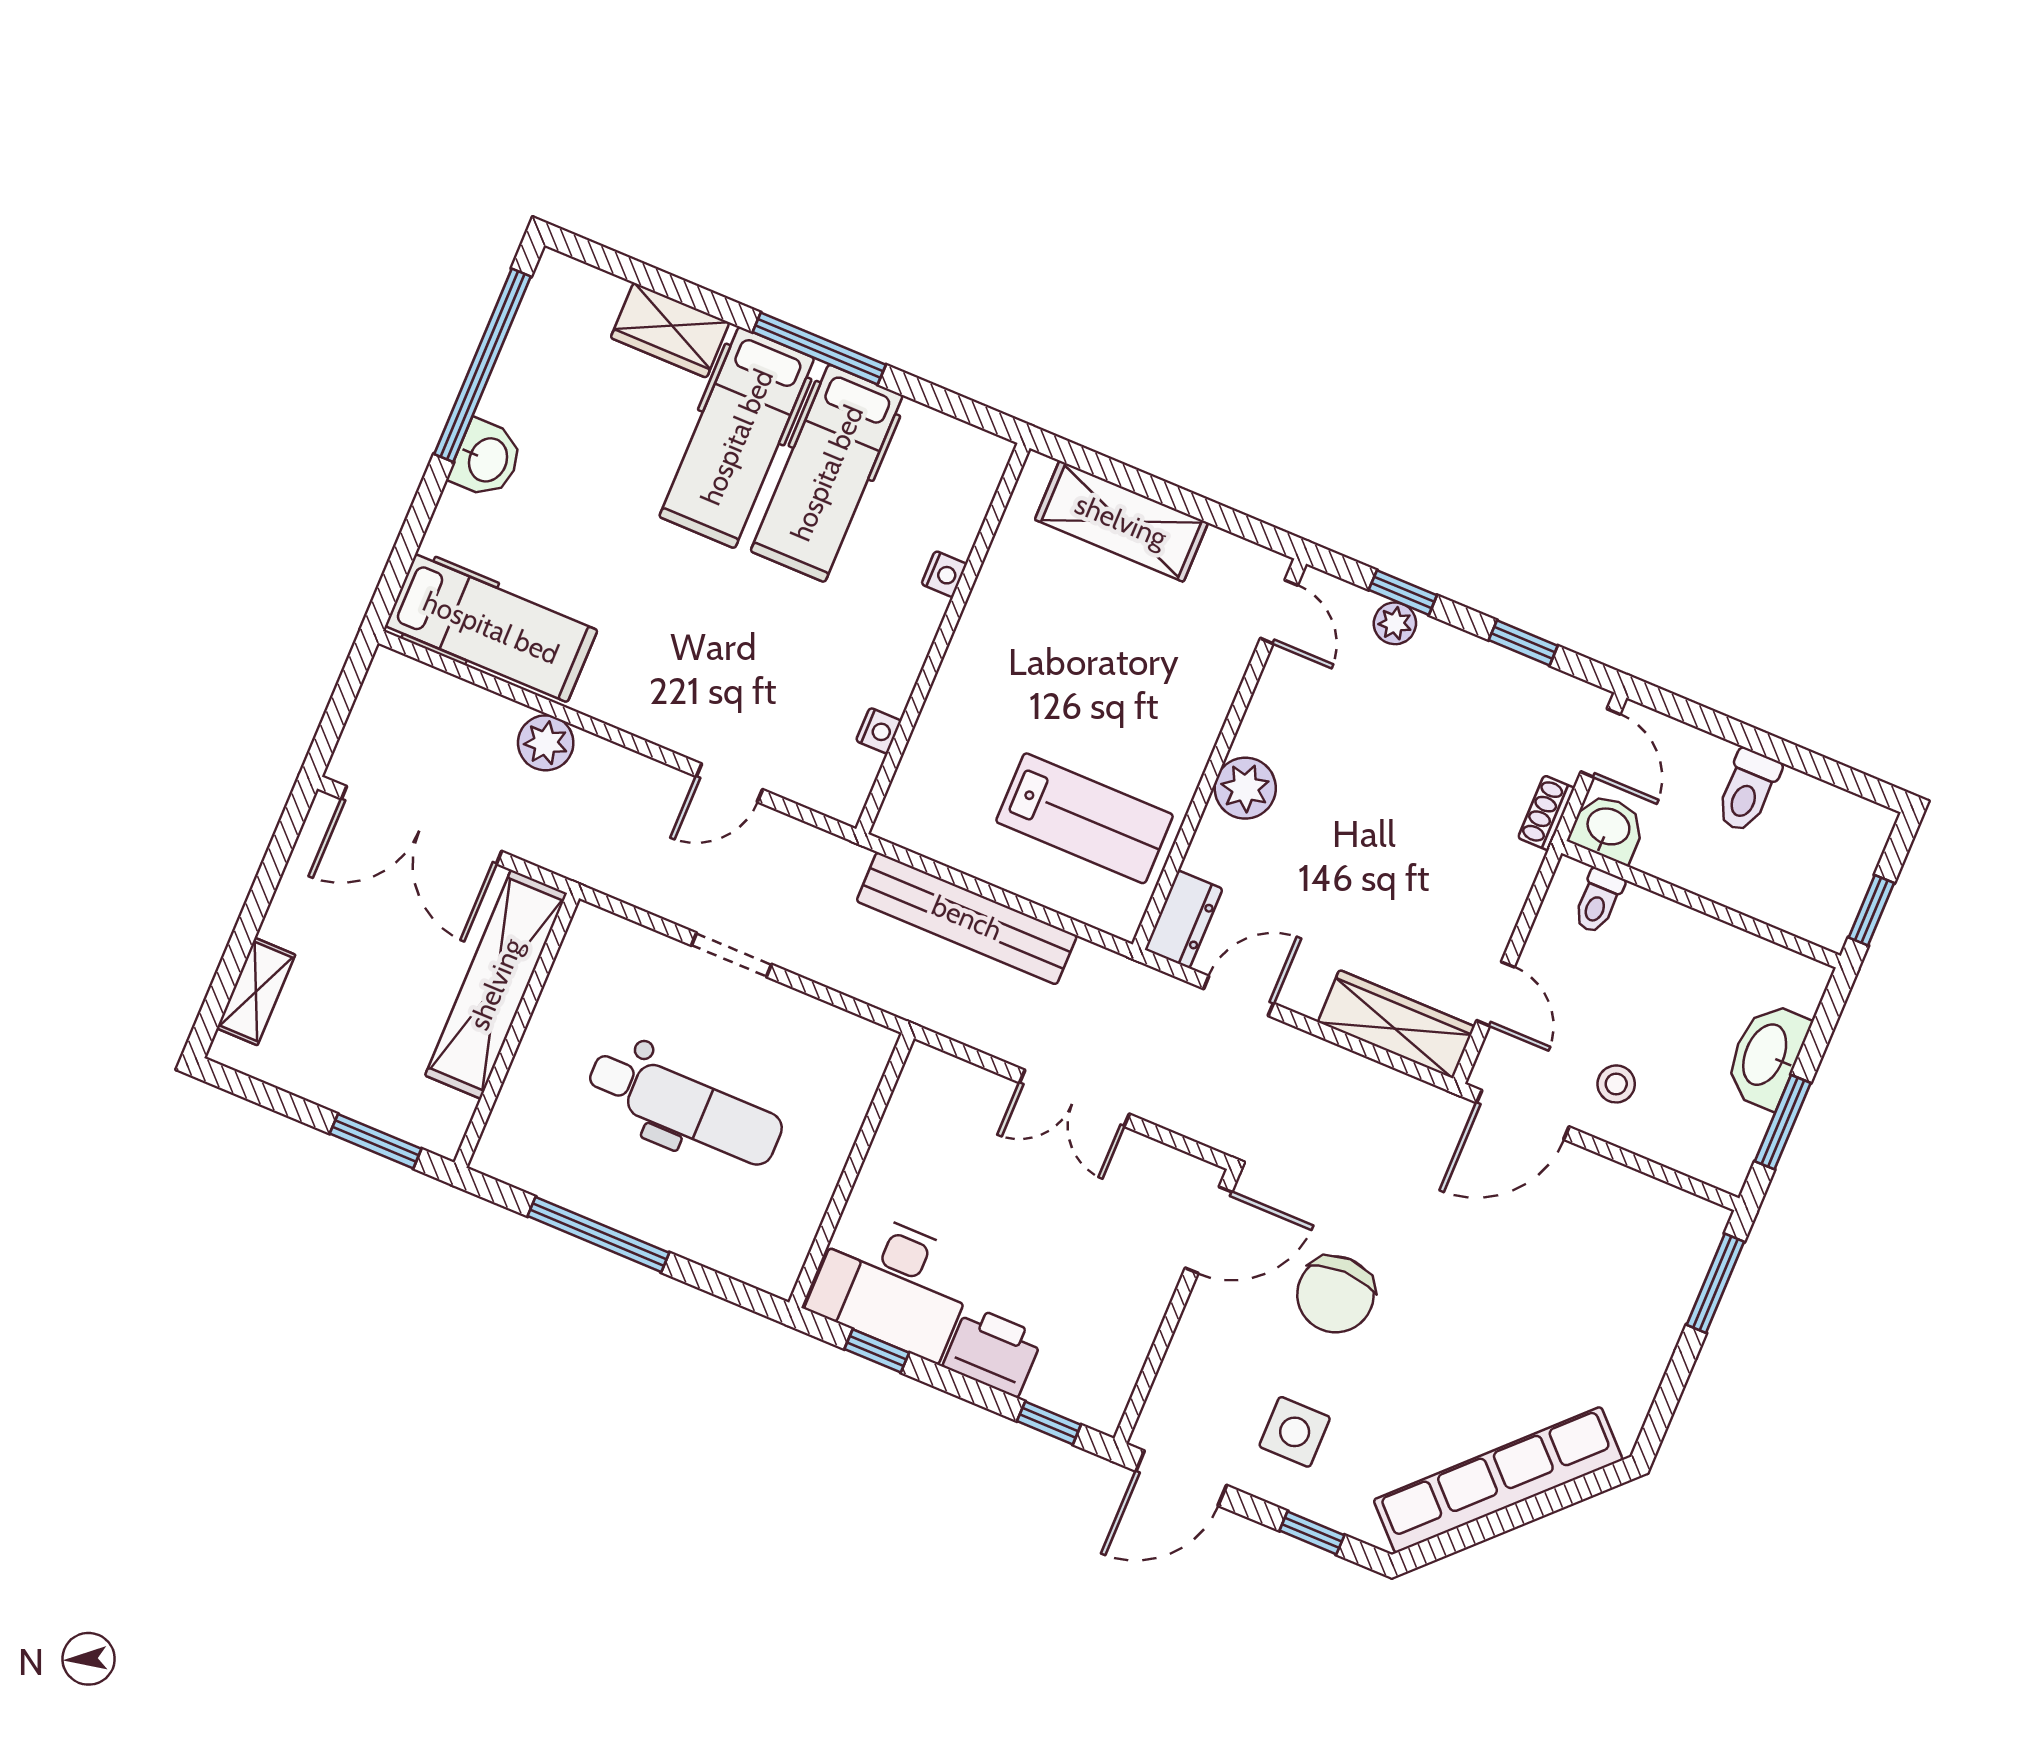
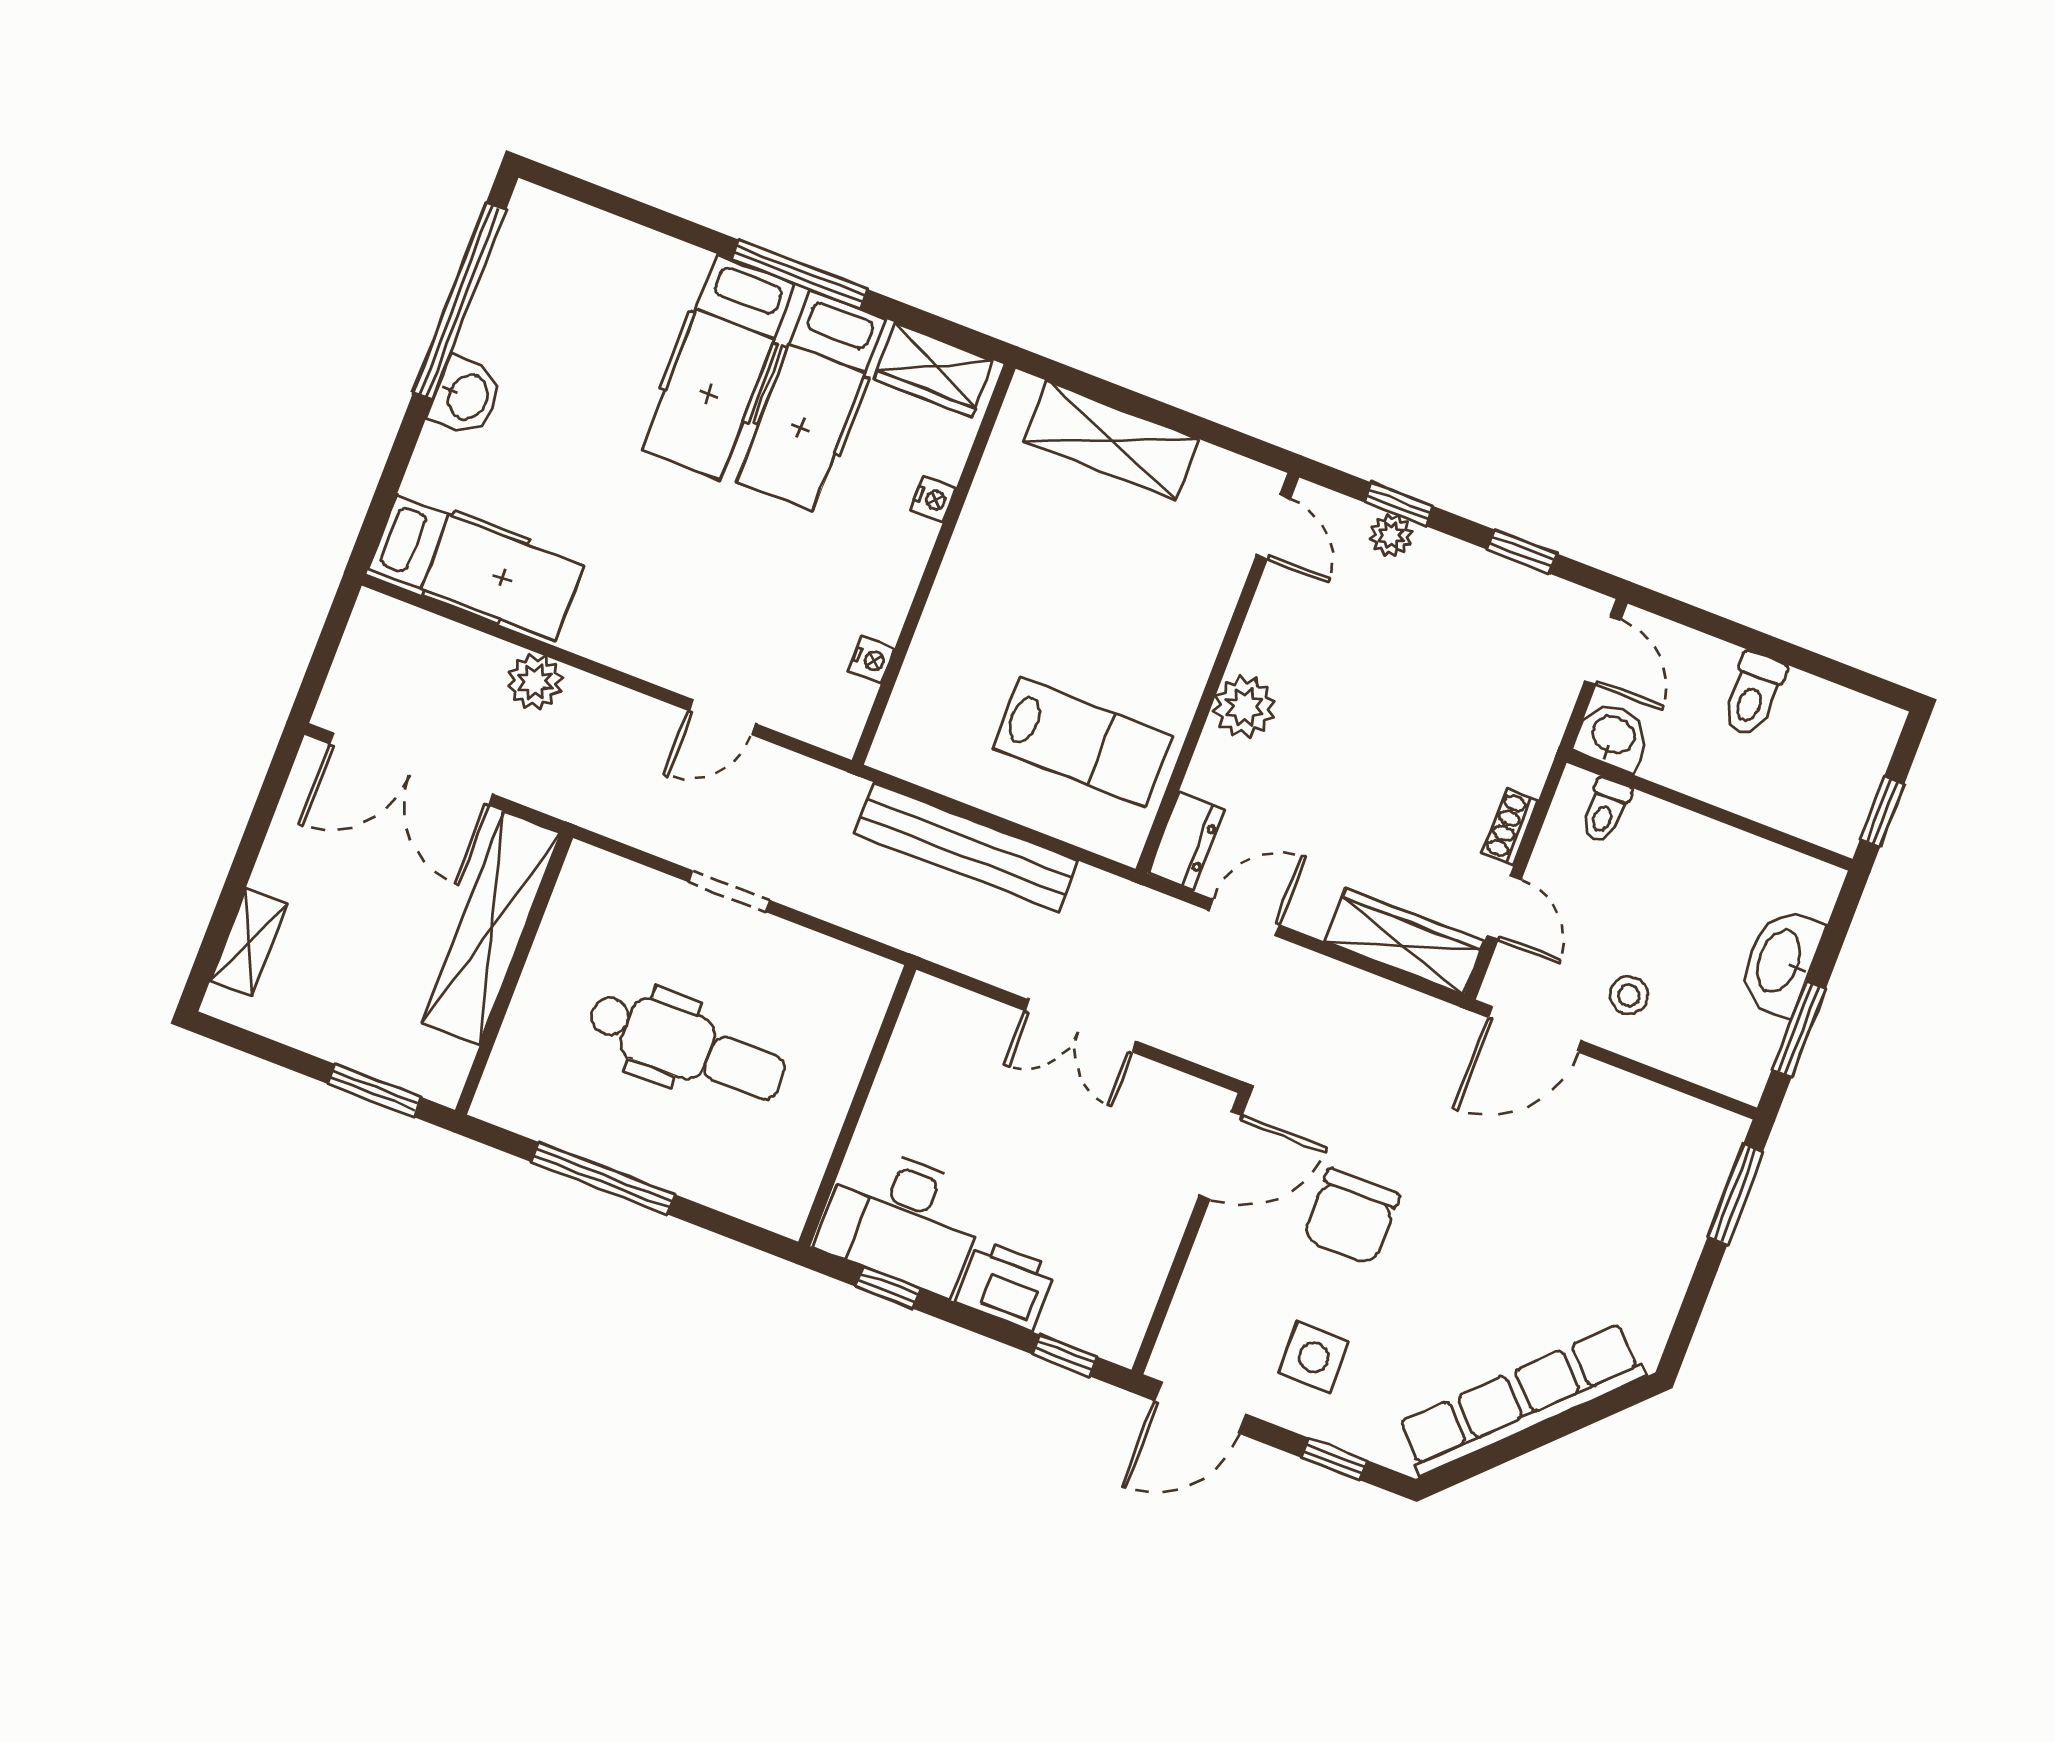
wardrobe: (670, 330) -> (934, 370), moved
shoe rack: (1546, 813) -> (1510, 827), moved

